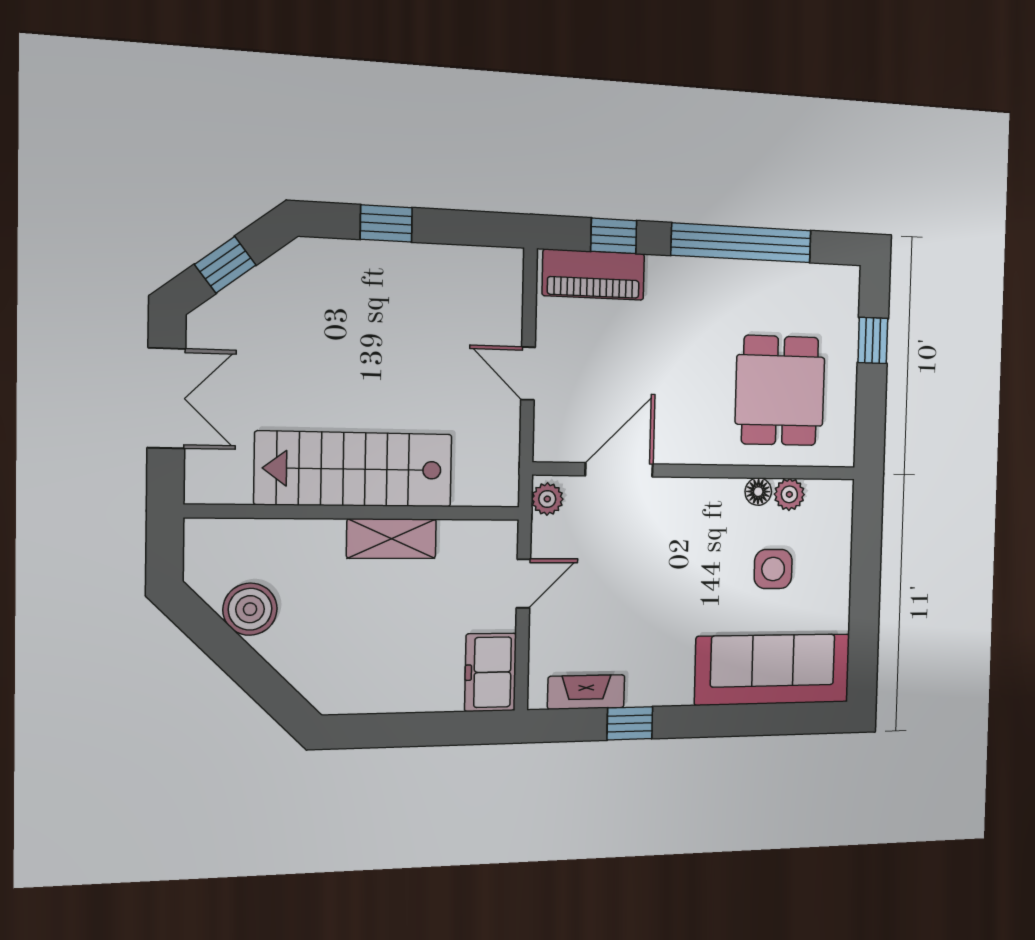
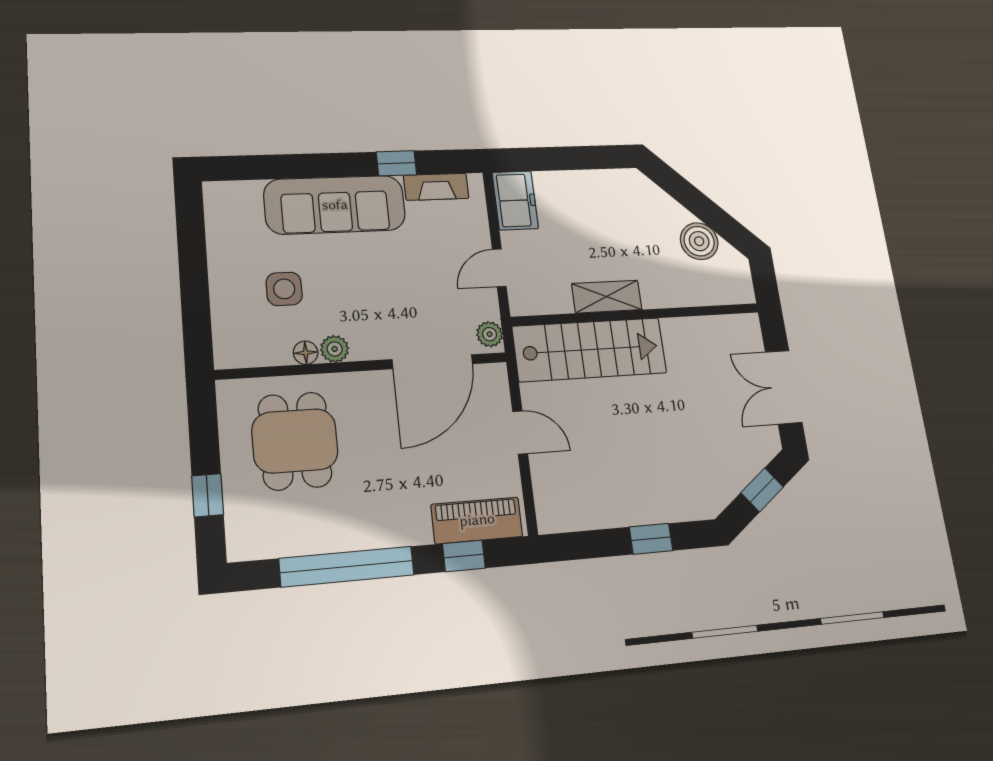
stairs: (354, 469) -> (590, 350), moved
door: (619, 470) -> (433, 362), width x1.36
plant: (789, 494) -> (335, 349), moved
sofa: (773, 669) -> (335, 205), moved

